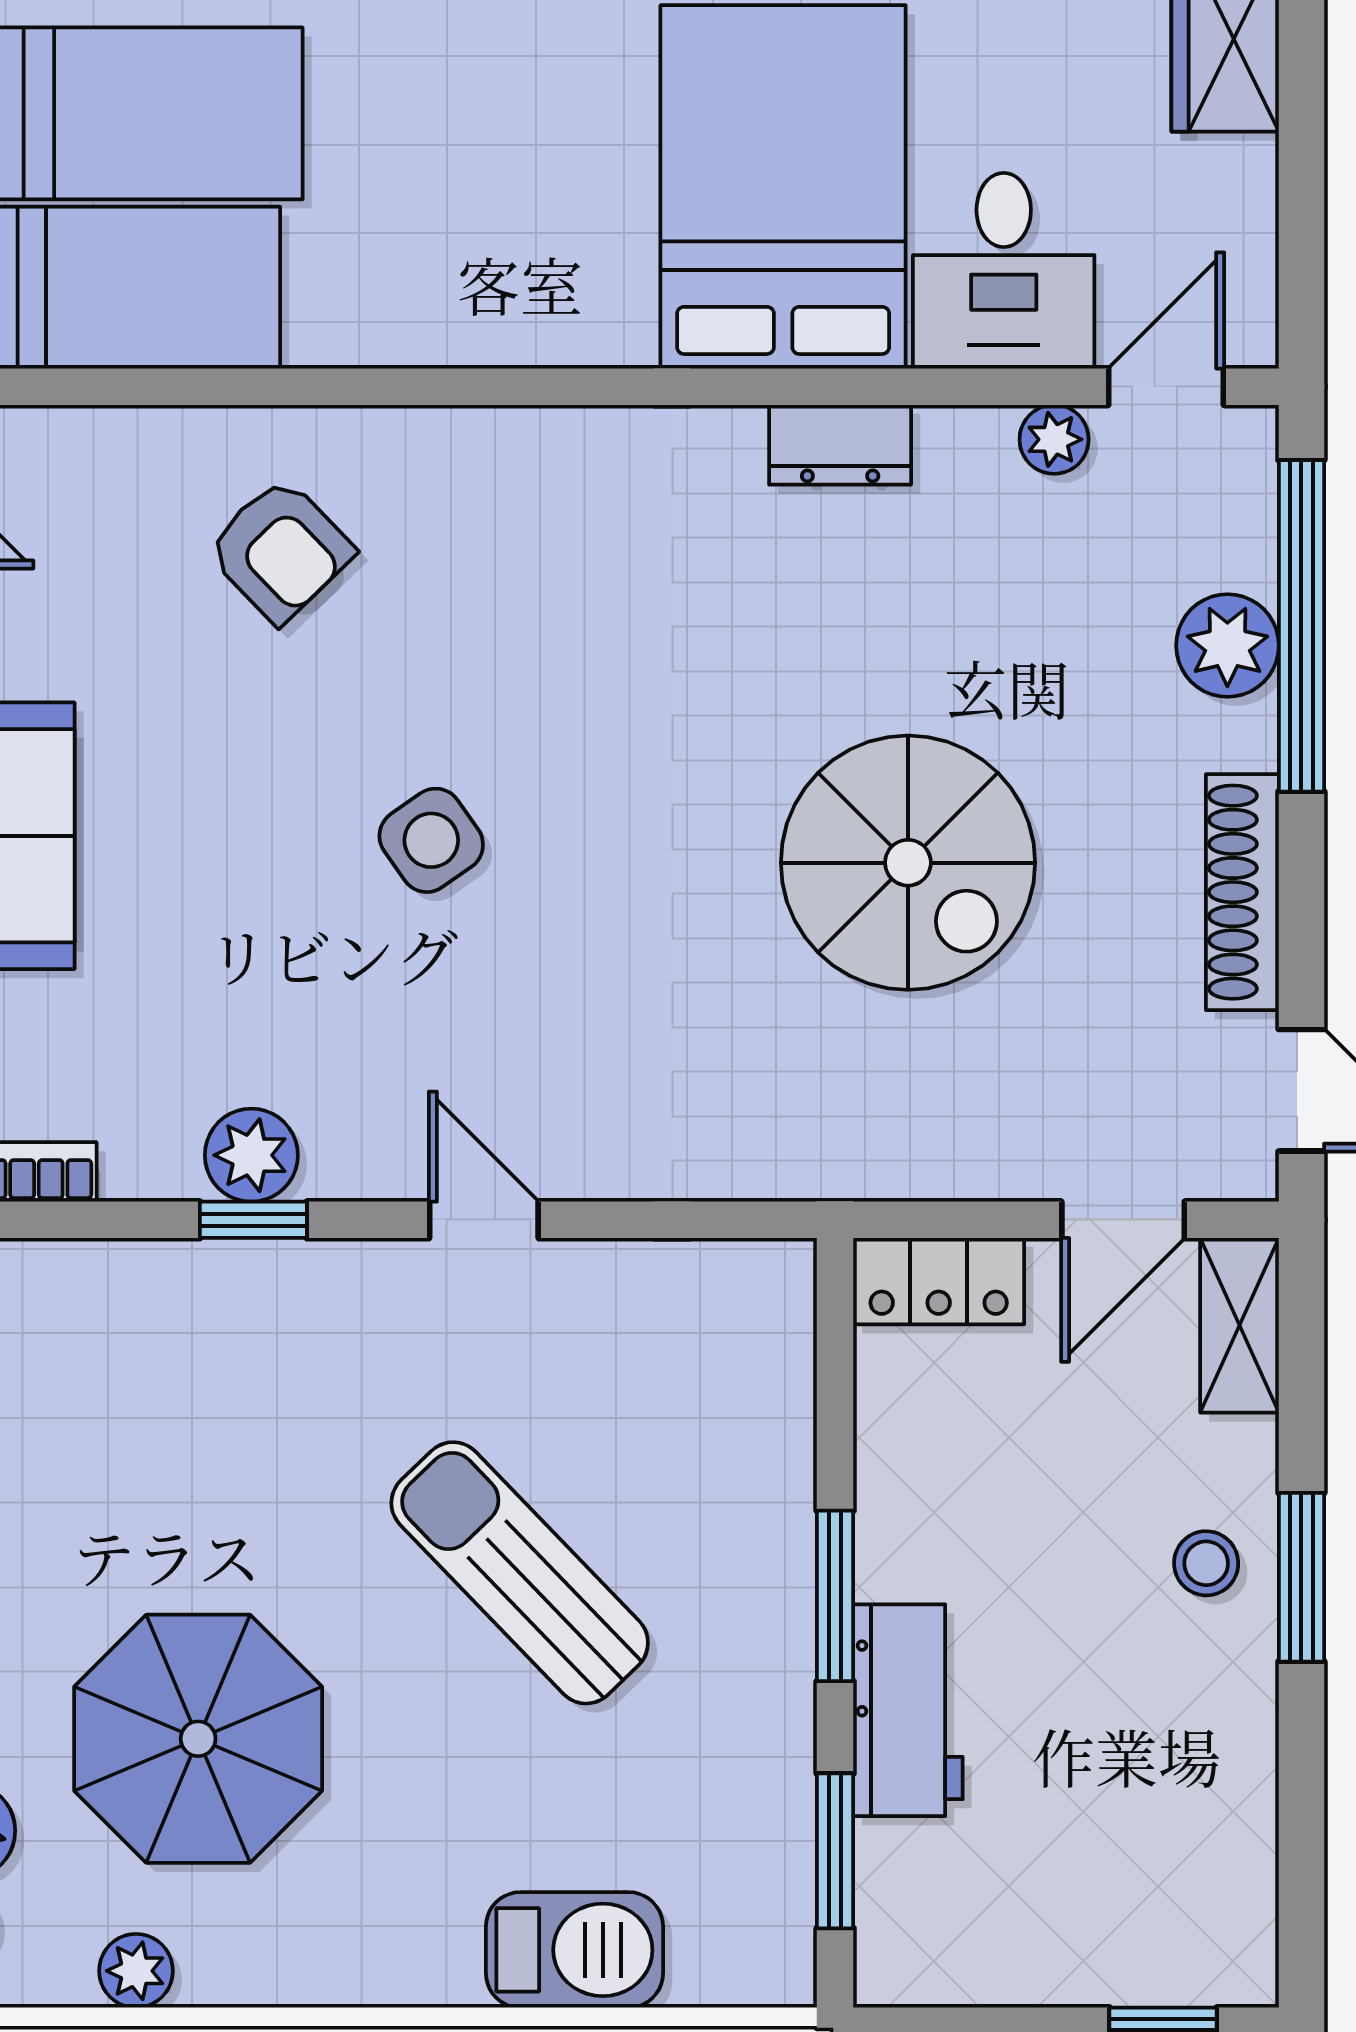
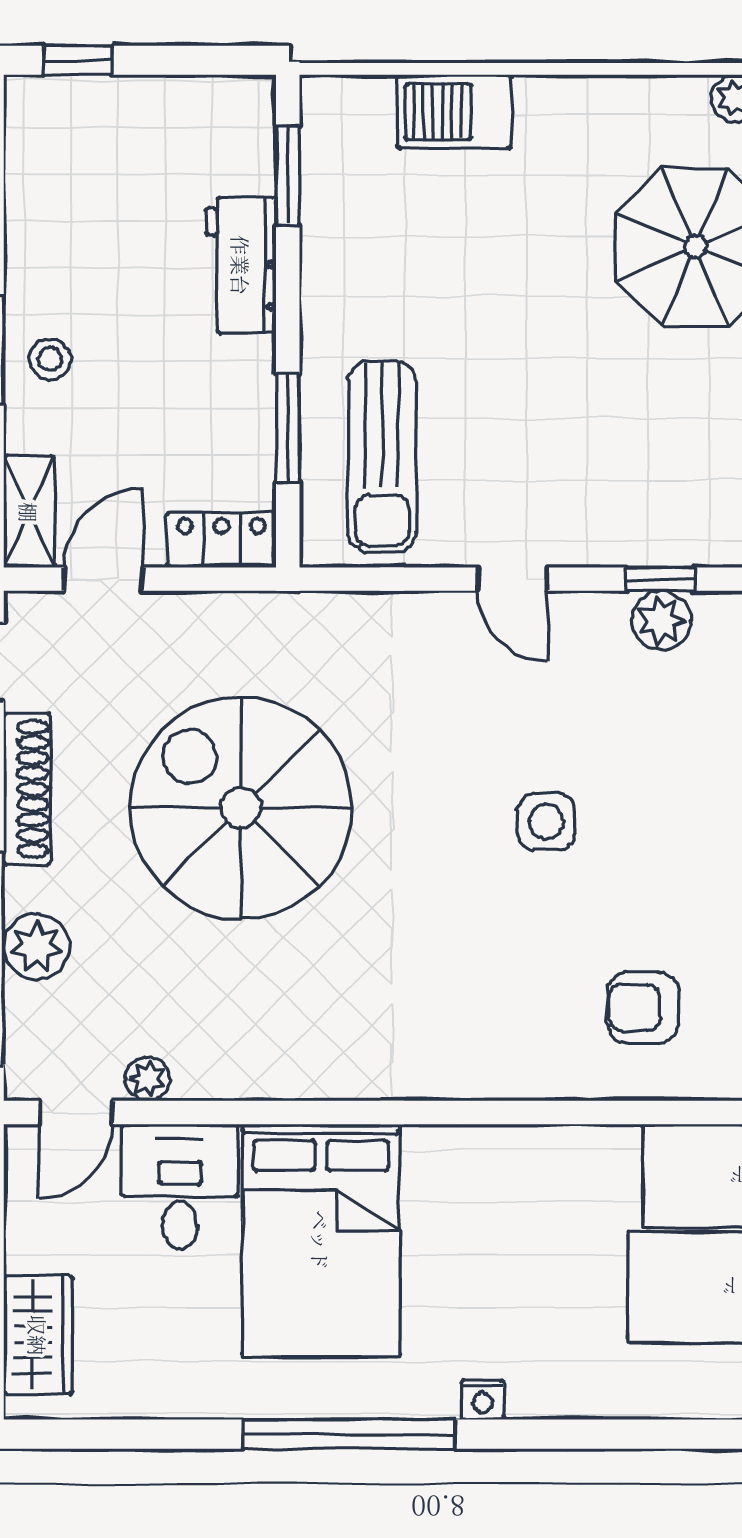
dresser: (840, 445) -> (285, 1075), removed
armchair: (280, 550) -> (643, 1008), turned -46
side table: (431, 840) -> (546, 822), turned 35
spiral stairs: (908, 863) -> (241, 808), width x1.37, depth x1.37
sun lounger: (520, 1573) -> (382, 457), moved, turned 44
window: (835, 1596) -> (288, 428), moved

